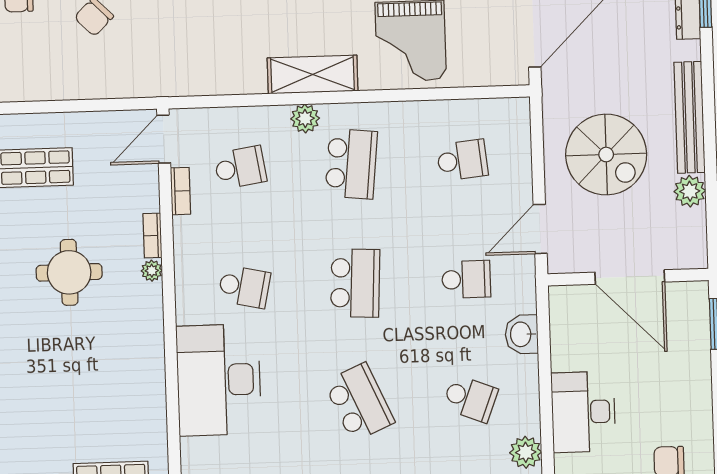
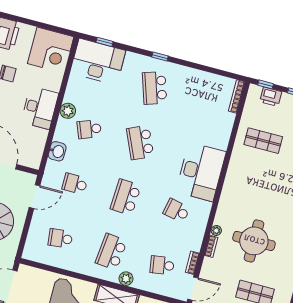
round table: (69, 272) -> (254, 241), width x1.36, depth x1.36
school desk: (470, 399) -> (89, 129), turned -42
plant: (526, 452) -> (68, 111), moved

